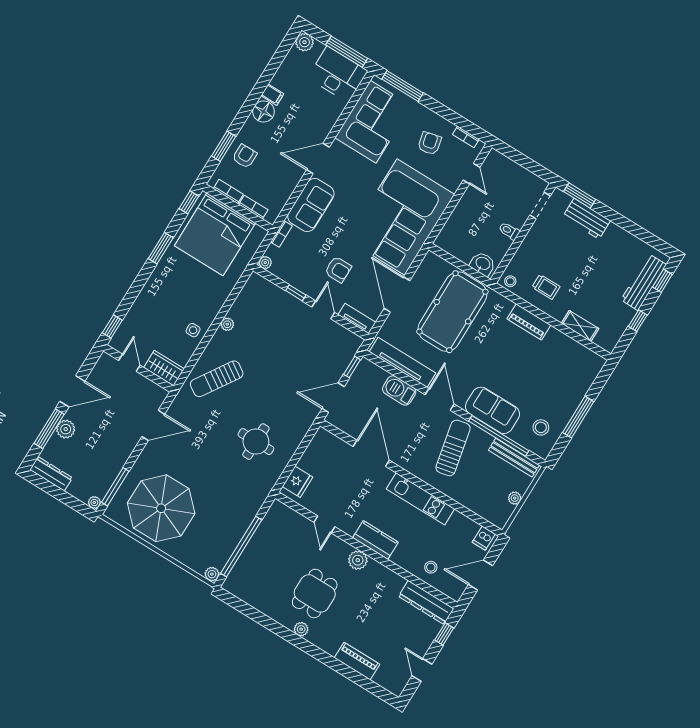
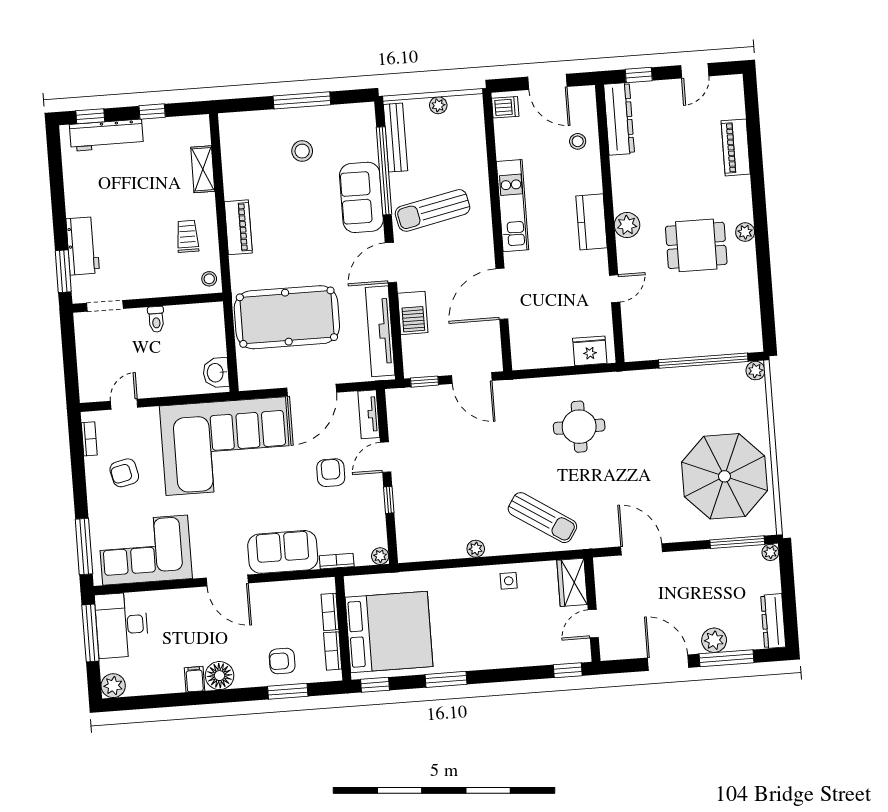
washbasin: (483, 264) -> (216, 373), moved
stool: (541, 427) -> (302, 151), moved

